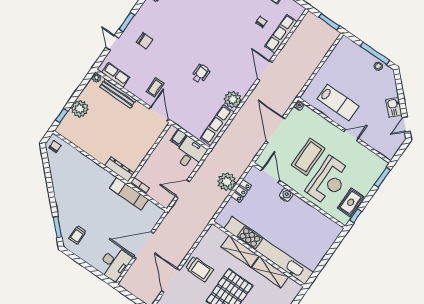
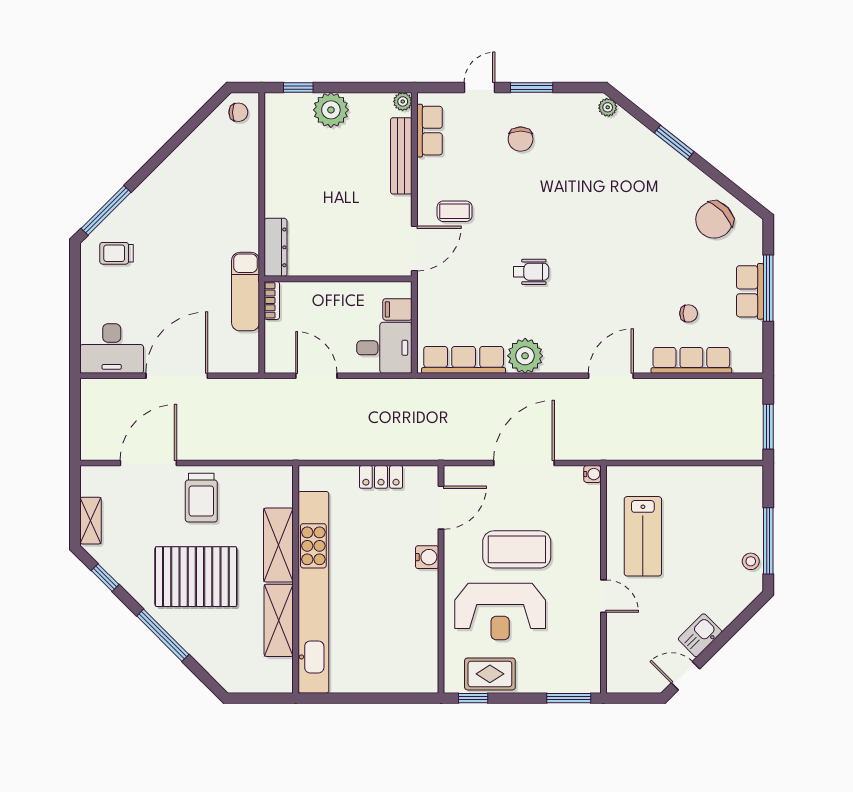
plant: (227, 182) -> (380, 442), removed
window: (57, 227) -> (106, 210), width x1.44
door: (144, 245) -> (177, 376), hinge flipped

